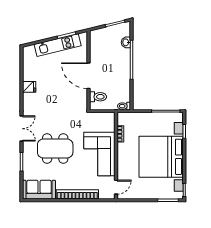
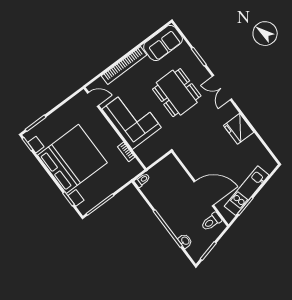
door: (89, 76) -> (204, 193), moved
fridge: (29, 87) -> (239, 129), width x1.88, depth x1.34
toilet: (98, 97) -> (211, 222), moved
dining table: (55, 148) -> (177, 93), turned 90
door: (116, 187) -> (93, 99), swing flipped

